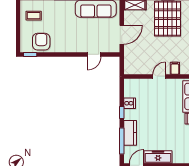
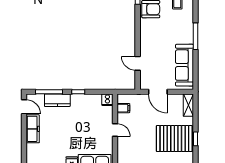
filing cabinet: (175, 68) -> (123, 108), moved
cooker: (130, 103) -> (107, 100), moved

